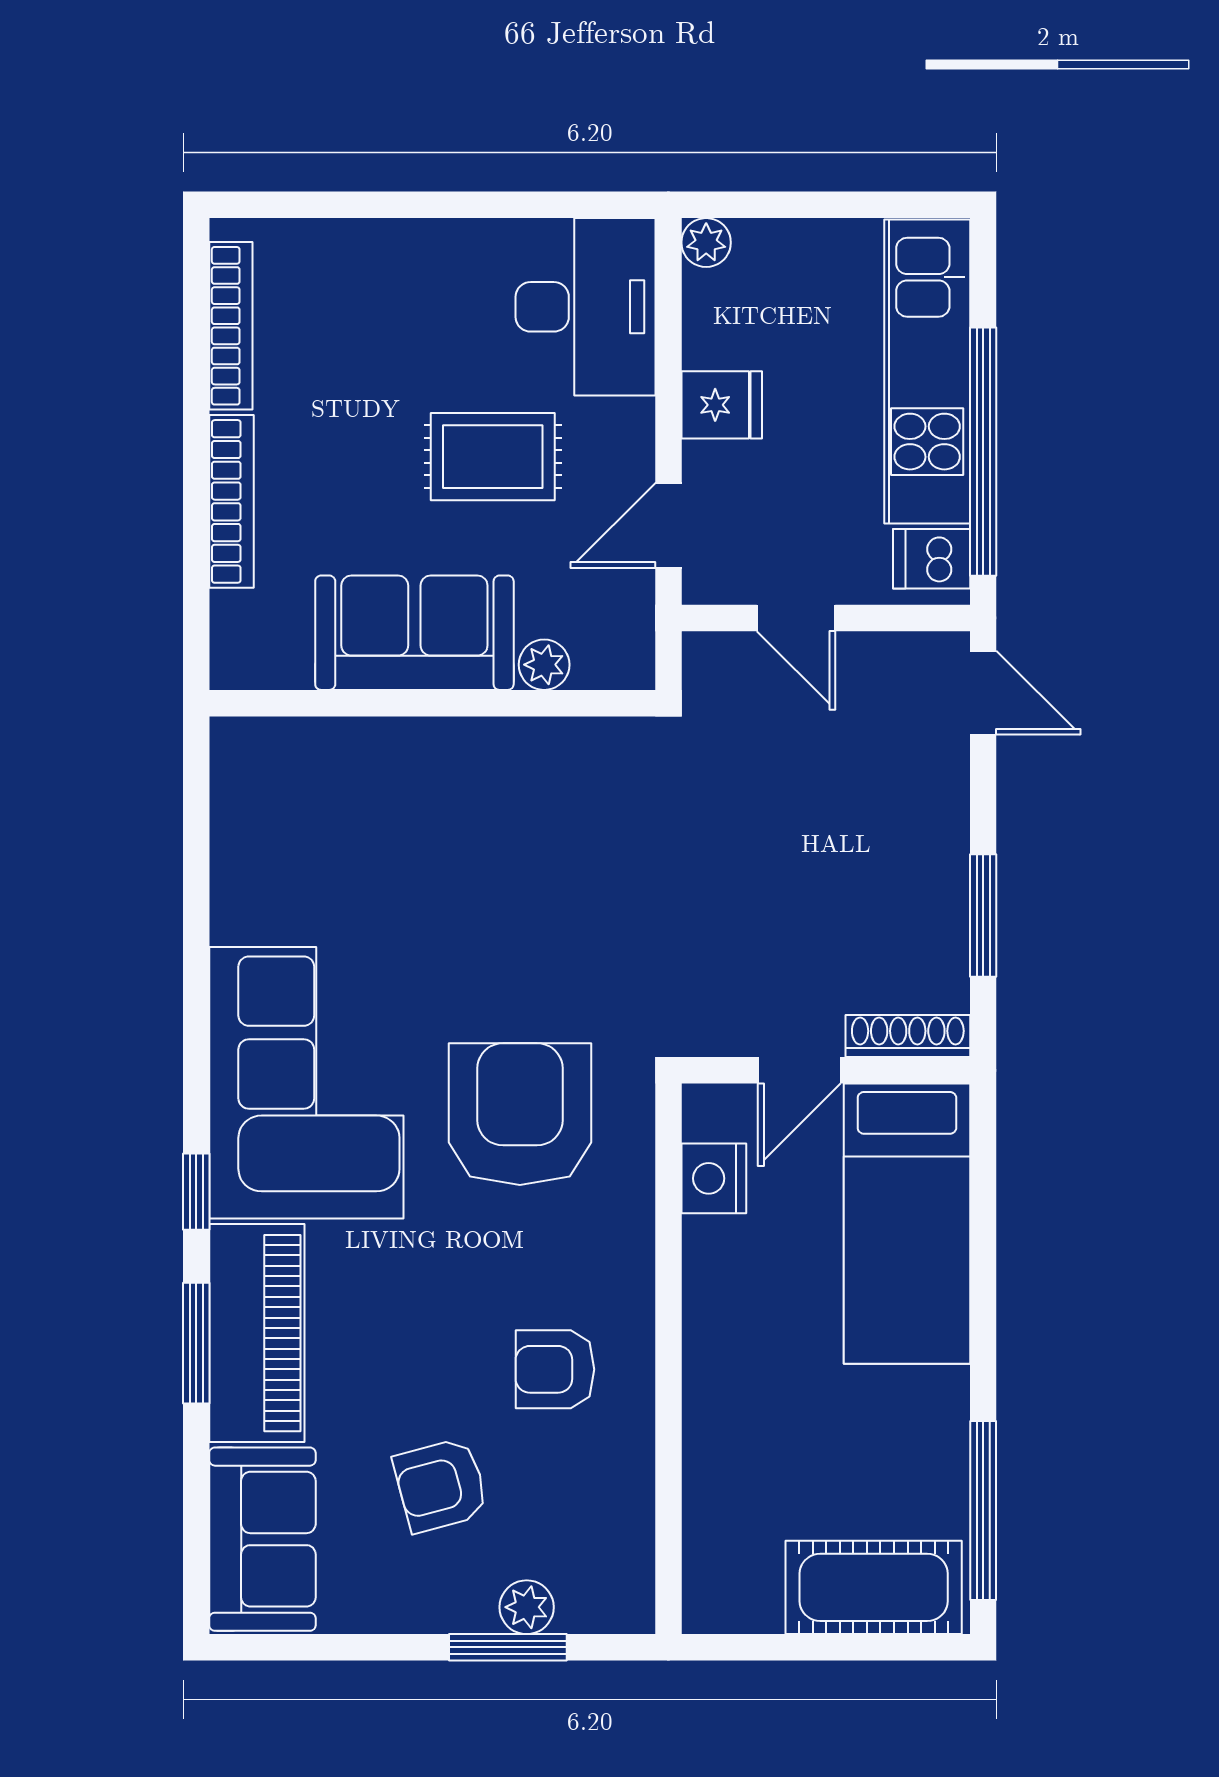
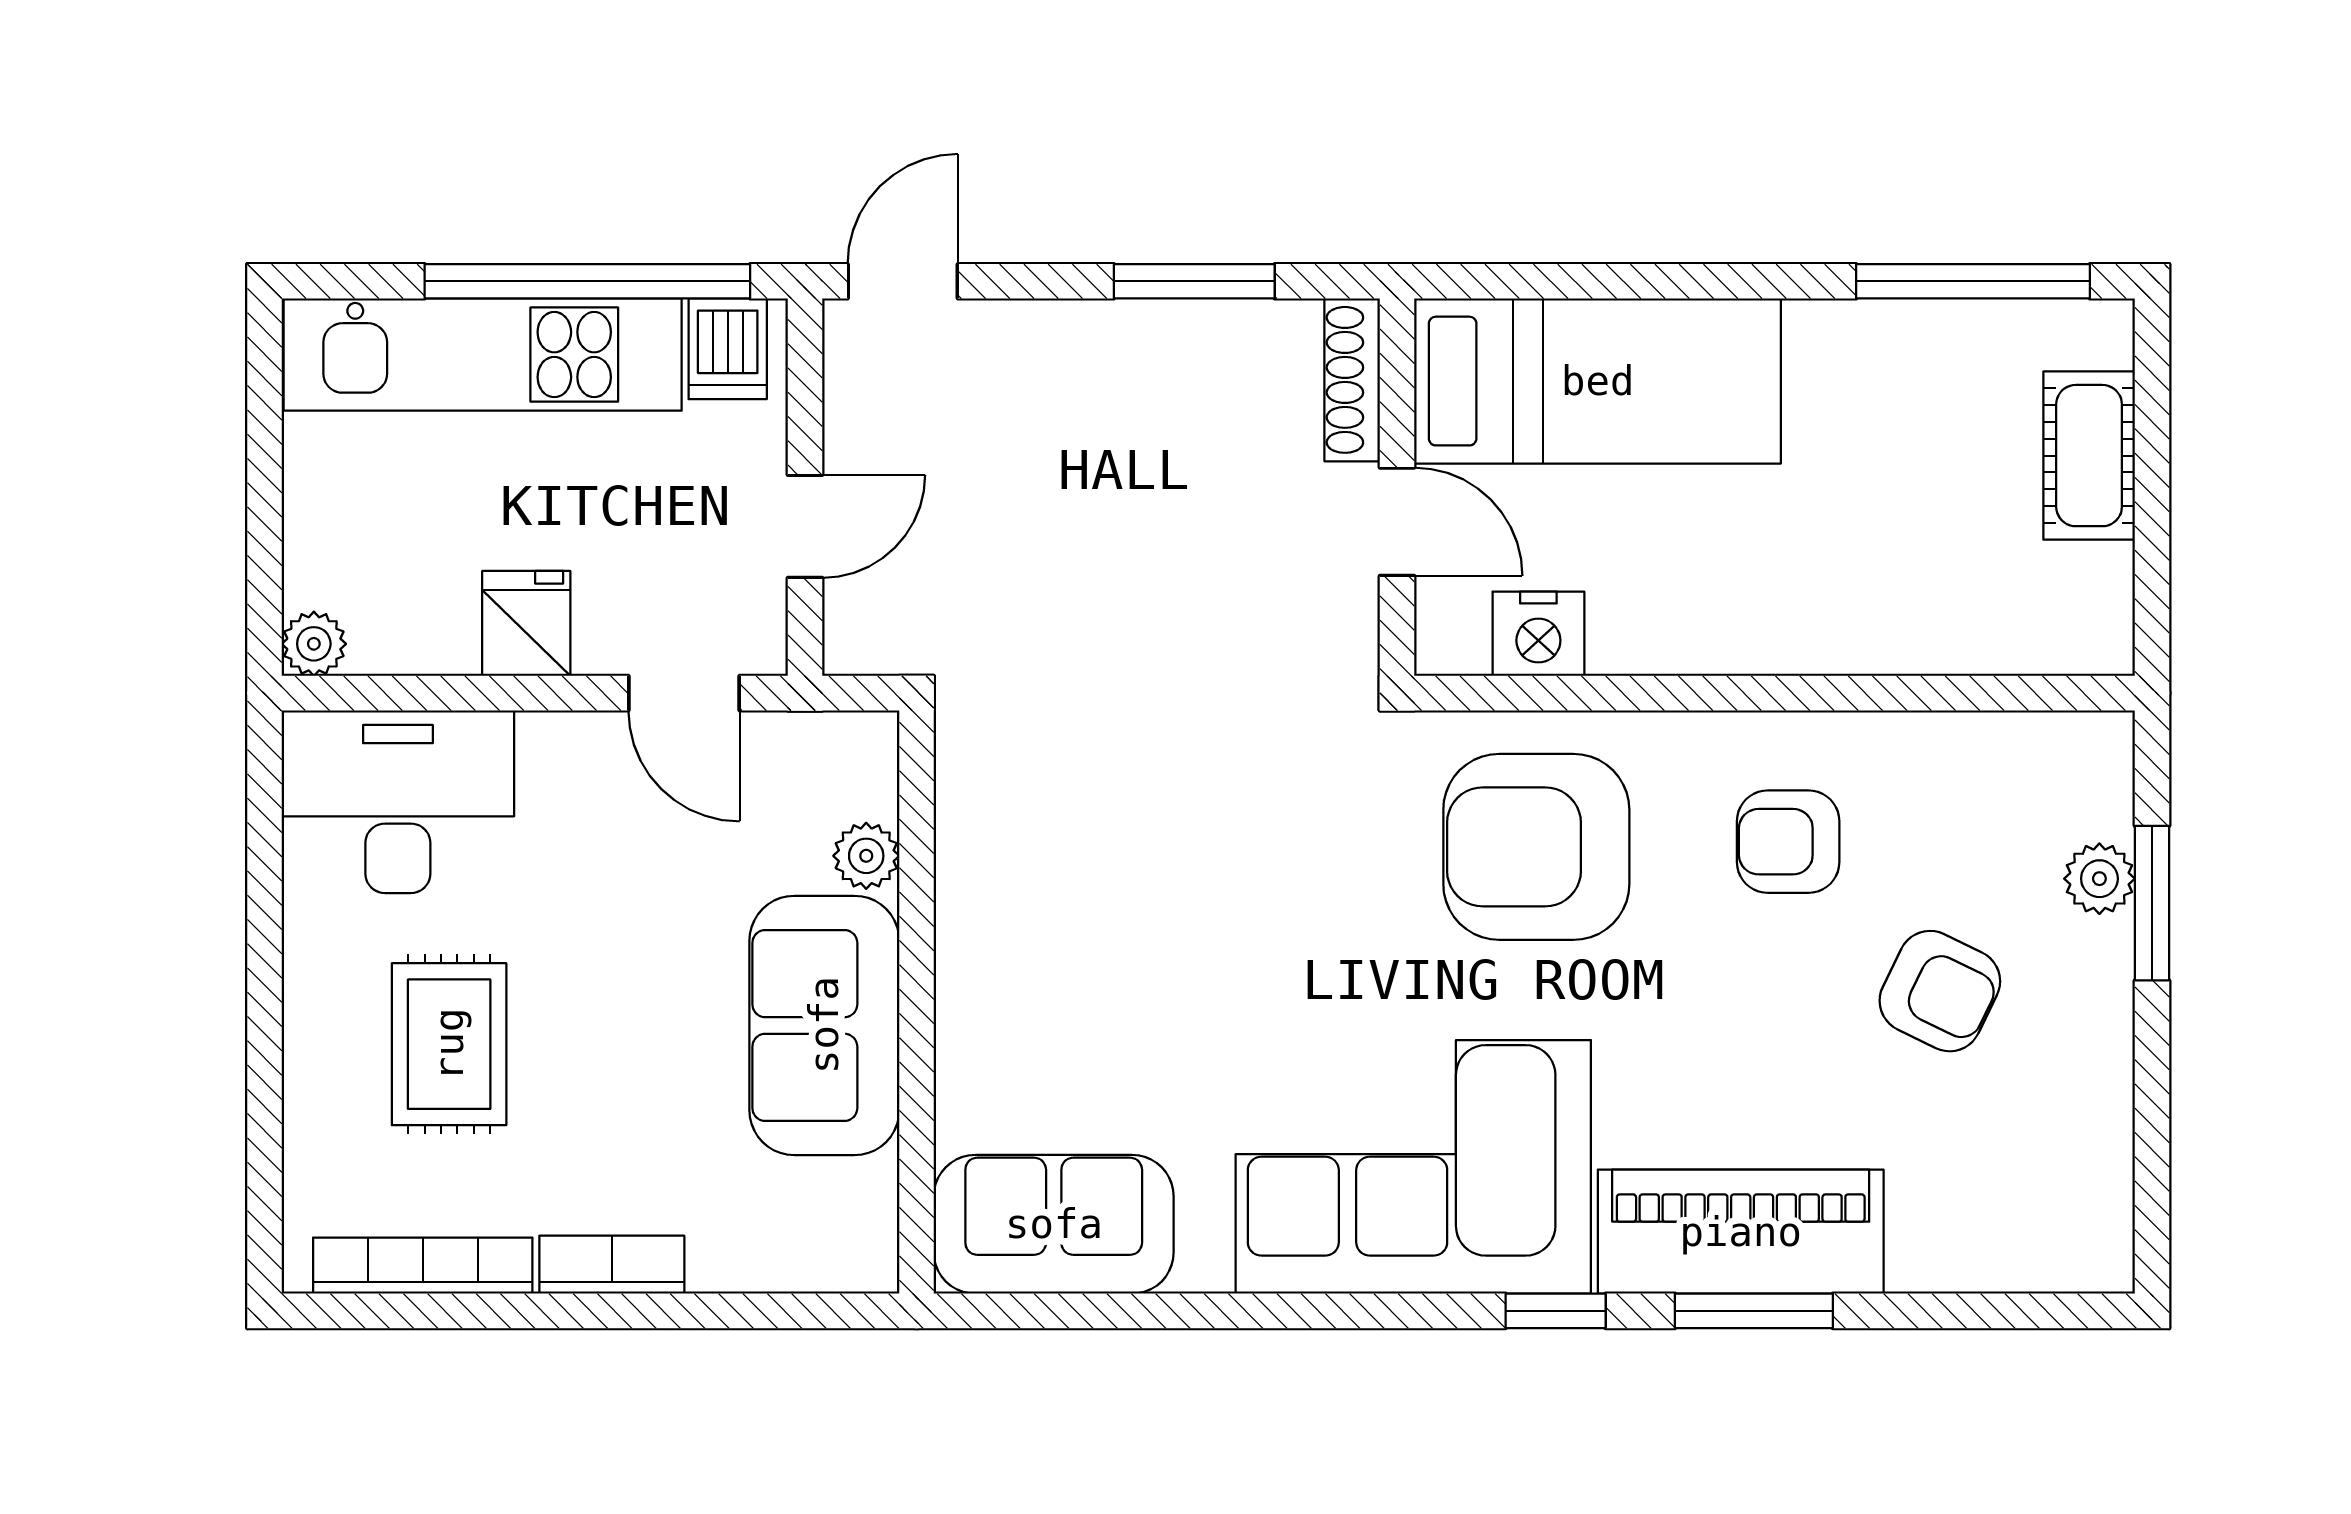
rug: (493, 457) -> (449, 1044), moved
bookcase: (232, 501) -> (612, 1265), width x0.64
armchair: (520, 1114) -> (1536, 847), moved
armchair: (555, 1369) -> (1788, 842), turned 90
armchair: (441, 1485) -> (1940, 991), turned -49
sofa: (262, 1539) -> (1054, 1224), moved
cot: (874, 1587) -> (2089, 456), width x0.73, depth x0.75

